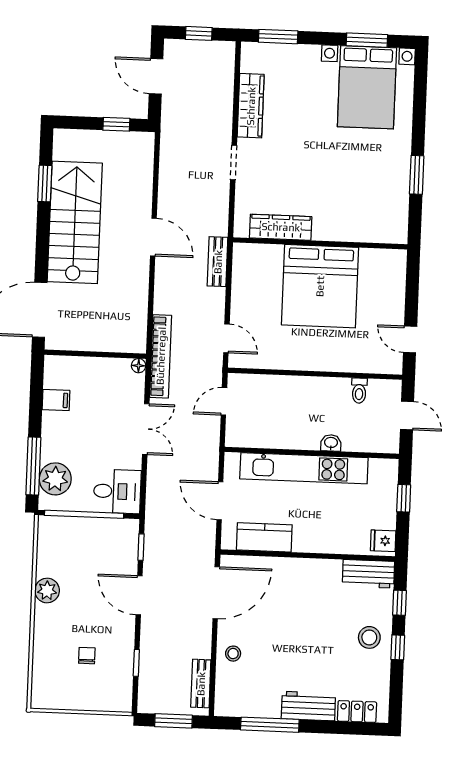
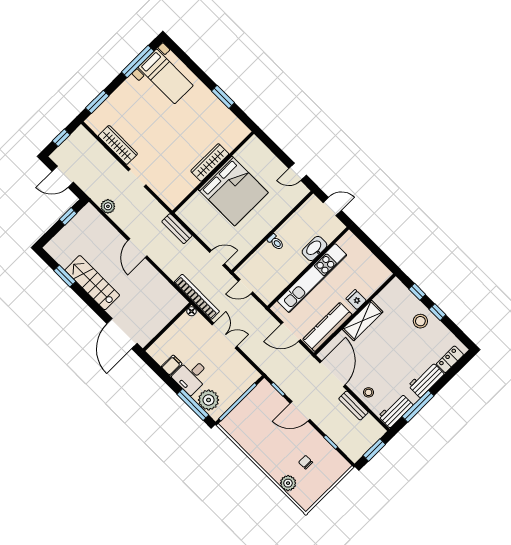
window: (367, 40) -> (138, 62), width x1.44
bed with nightstands: (367, 87) -> (166, 76), width x0.73
plant: (170, 159) -> (108, 206), added
stairs: (75, 222) -> (92, 283), width x0.73, depth x0.66
wardrobe: (281, 227) -> (210, 162), moved
door: (153, 237) -> (137, 248), swing flipped
toilet: (359, 391) -> (276, 242), moved
door: (224, 401) -> (246, 287), hinge flipped
washbasin: (331, 443) -> (314, 248), width x1.91, depth x1.45
desk: (117, 491) -> (191, 376), moved, turned 180
window: (404, 498) -> (370, 244), removed
kitchen counter: (264, 537) -> (327, 327), width x1.50
fridge: (383, 541) -> (356, 300), moved, turned 90
shelving: (309, 571) -> (363, 321), added
workbench: (368, 574) -> (396, 411), moved, turned 180
plant: (47, 591) -> (288, 483), moved
bench: (201, 684) -> (353, 406), moved

